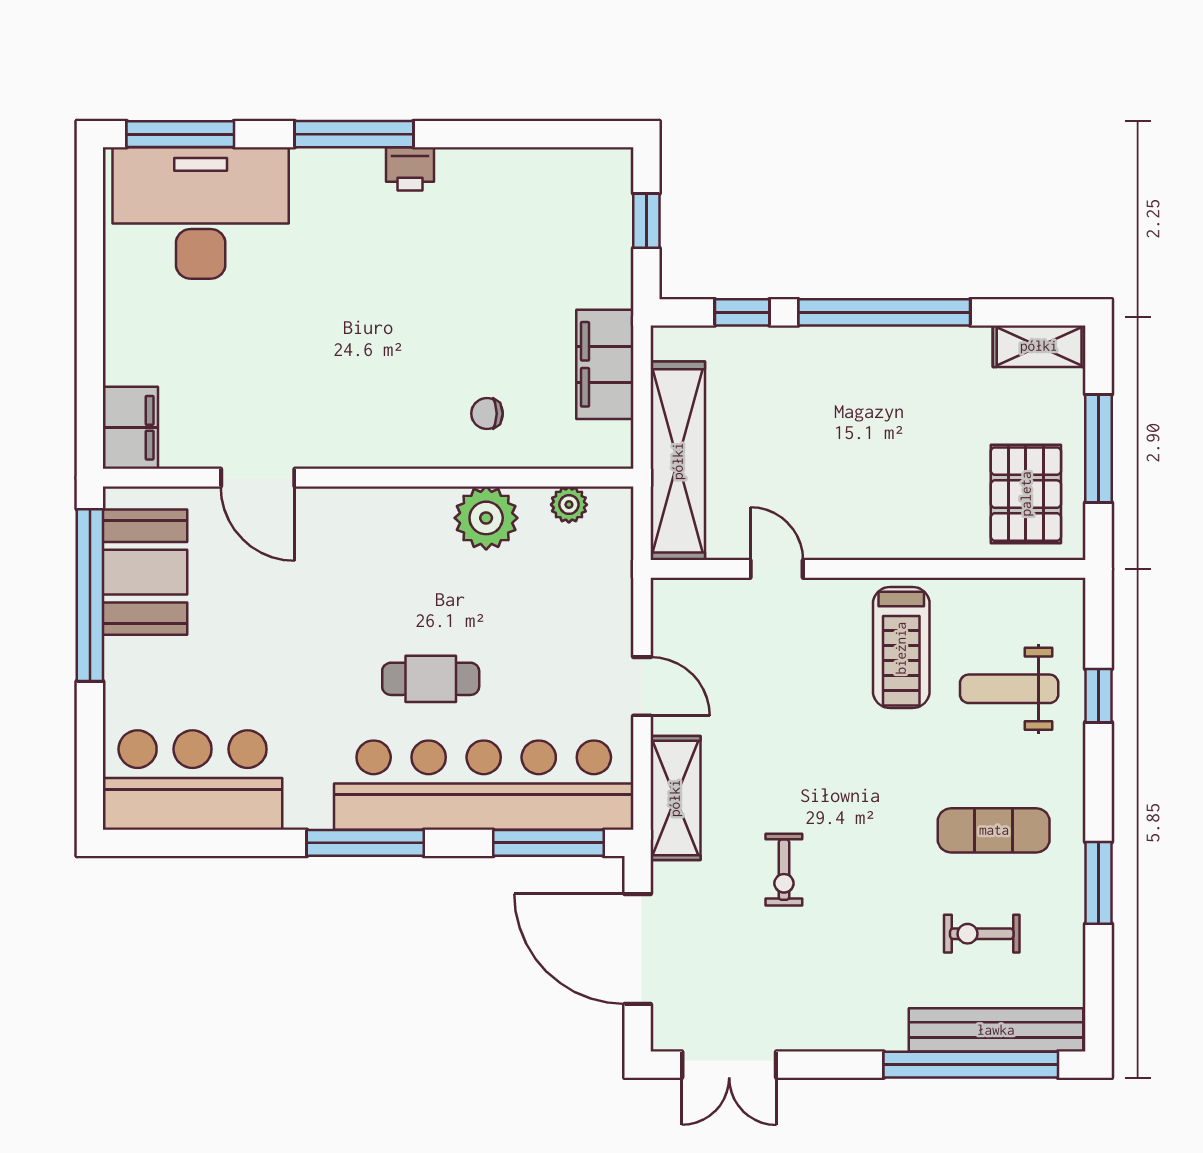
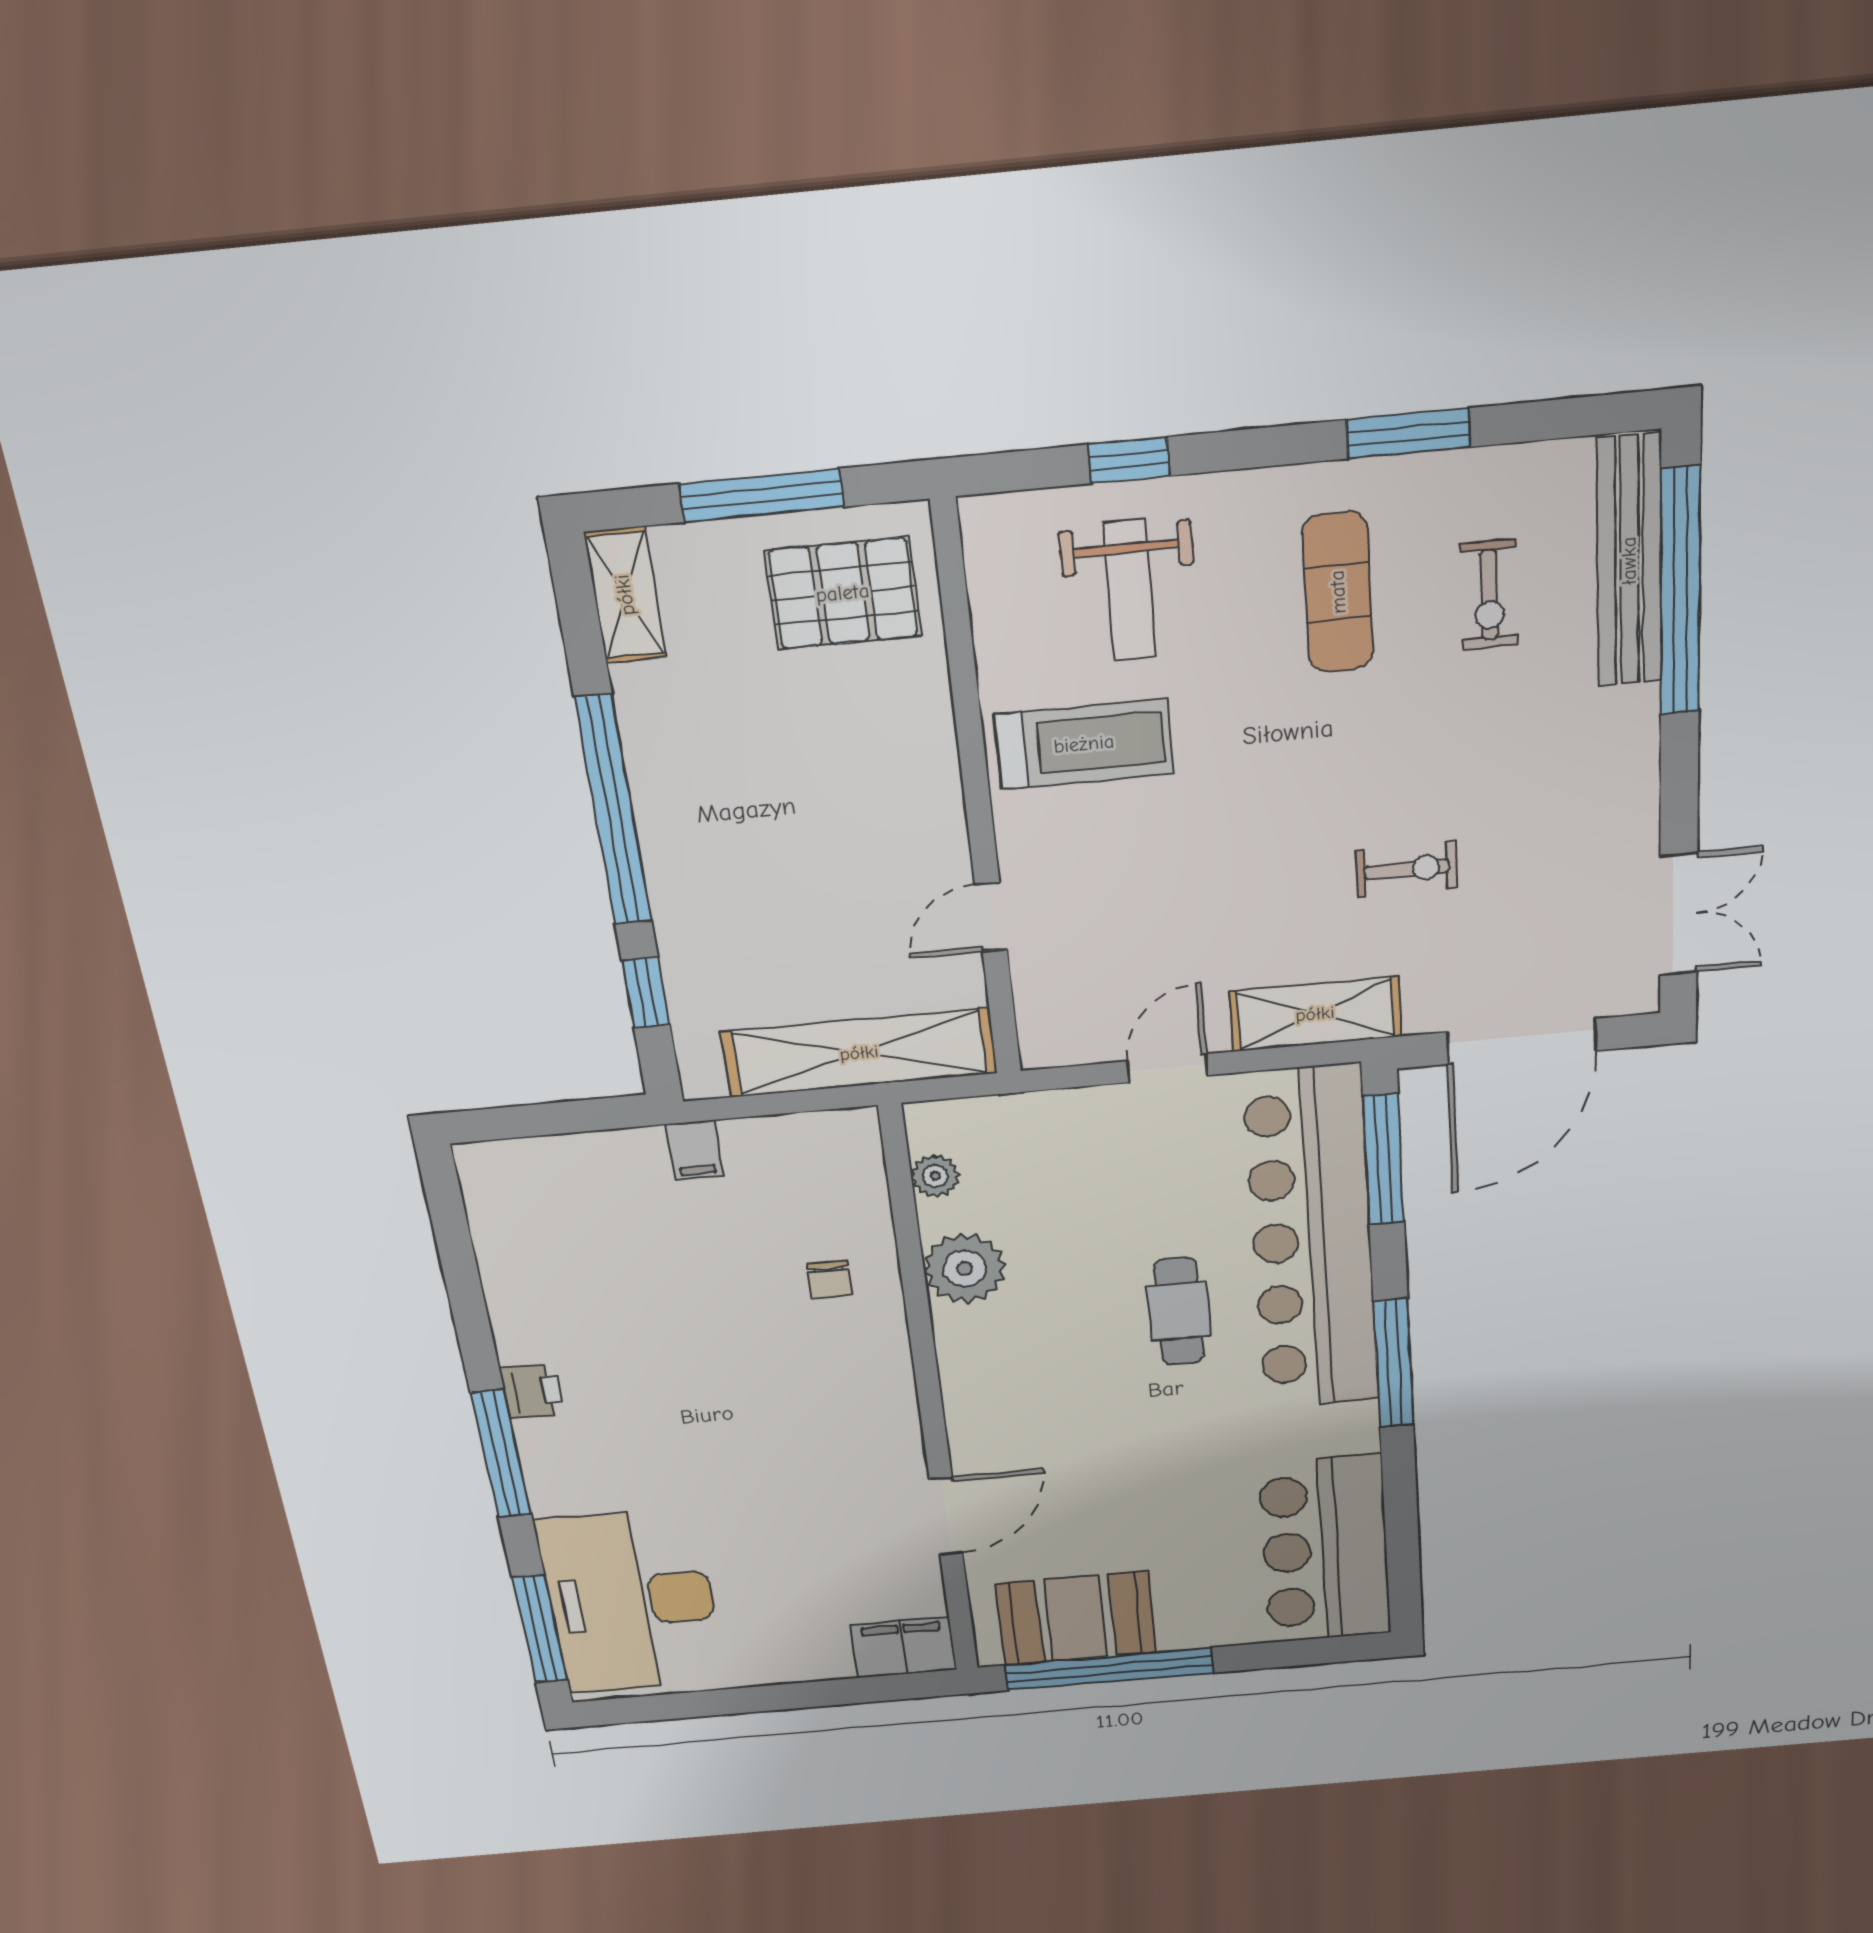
window: (646, 221) -> (544, 1119), removed
filing cabinet: (605, 364) -> (695, 1151), width x0.33, depth x0.86

